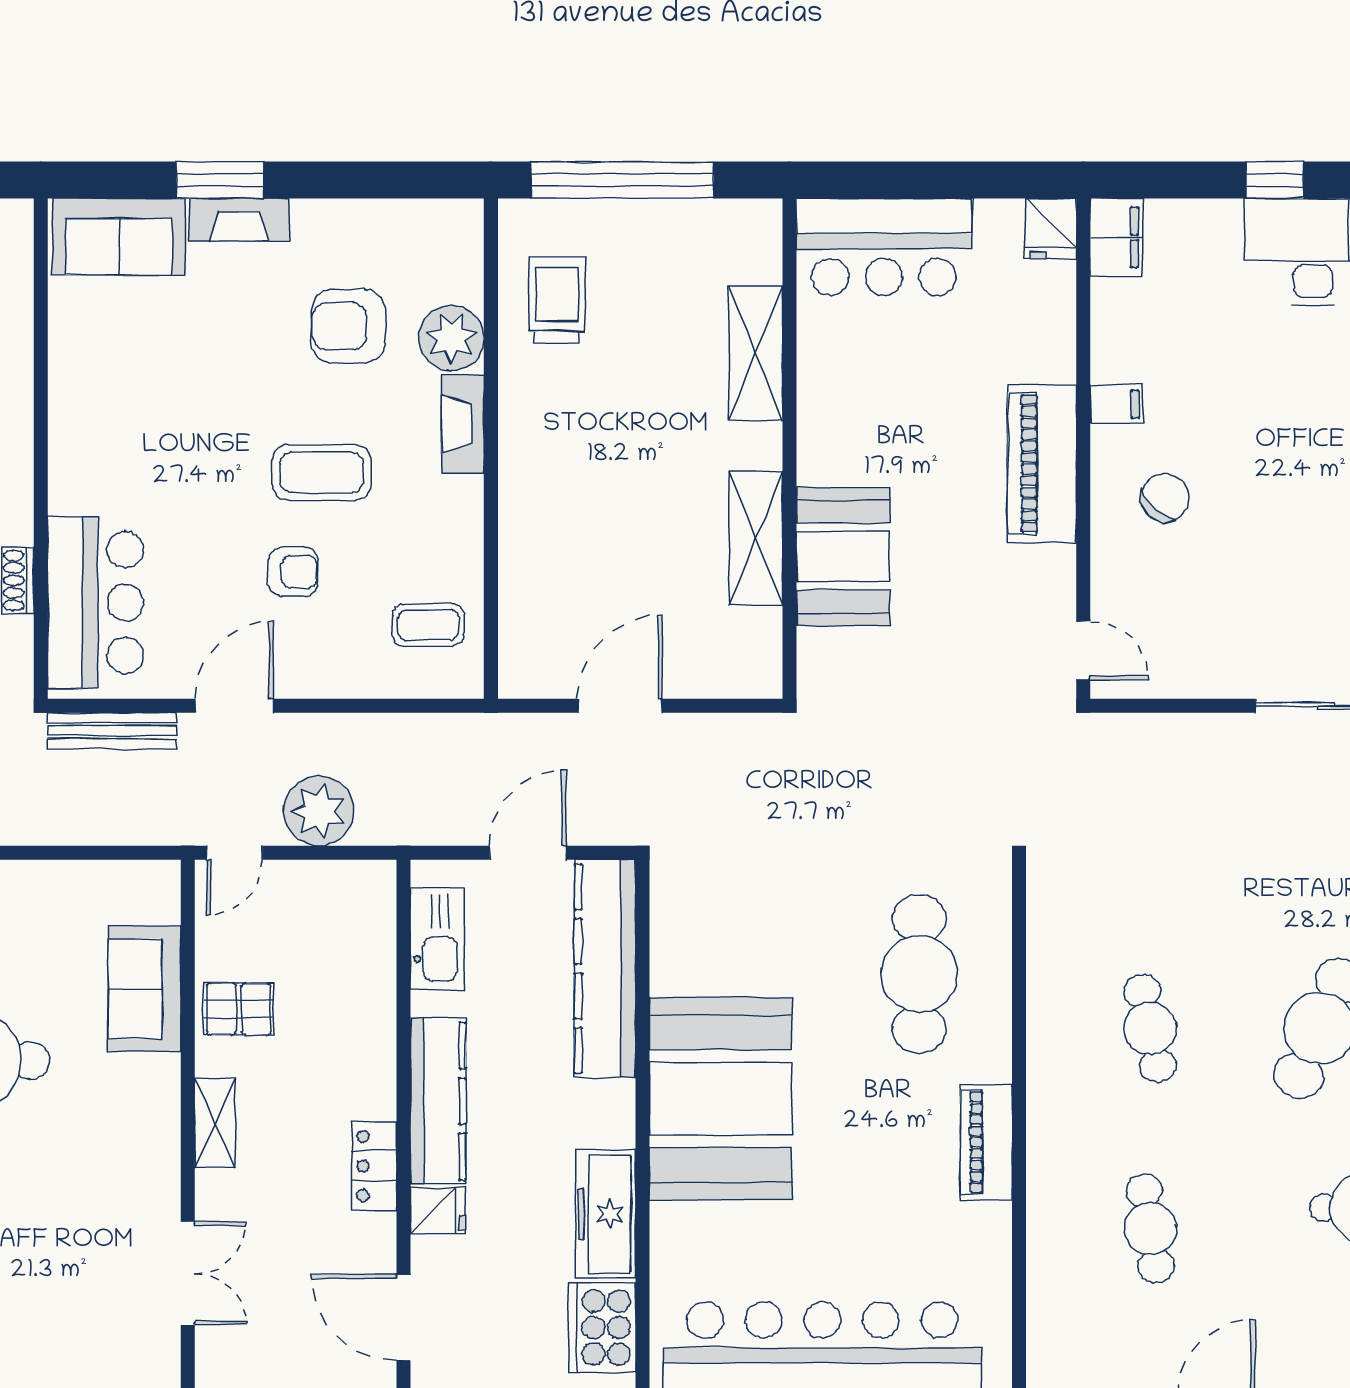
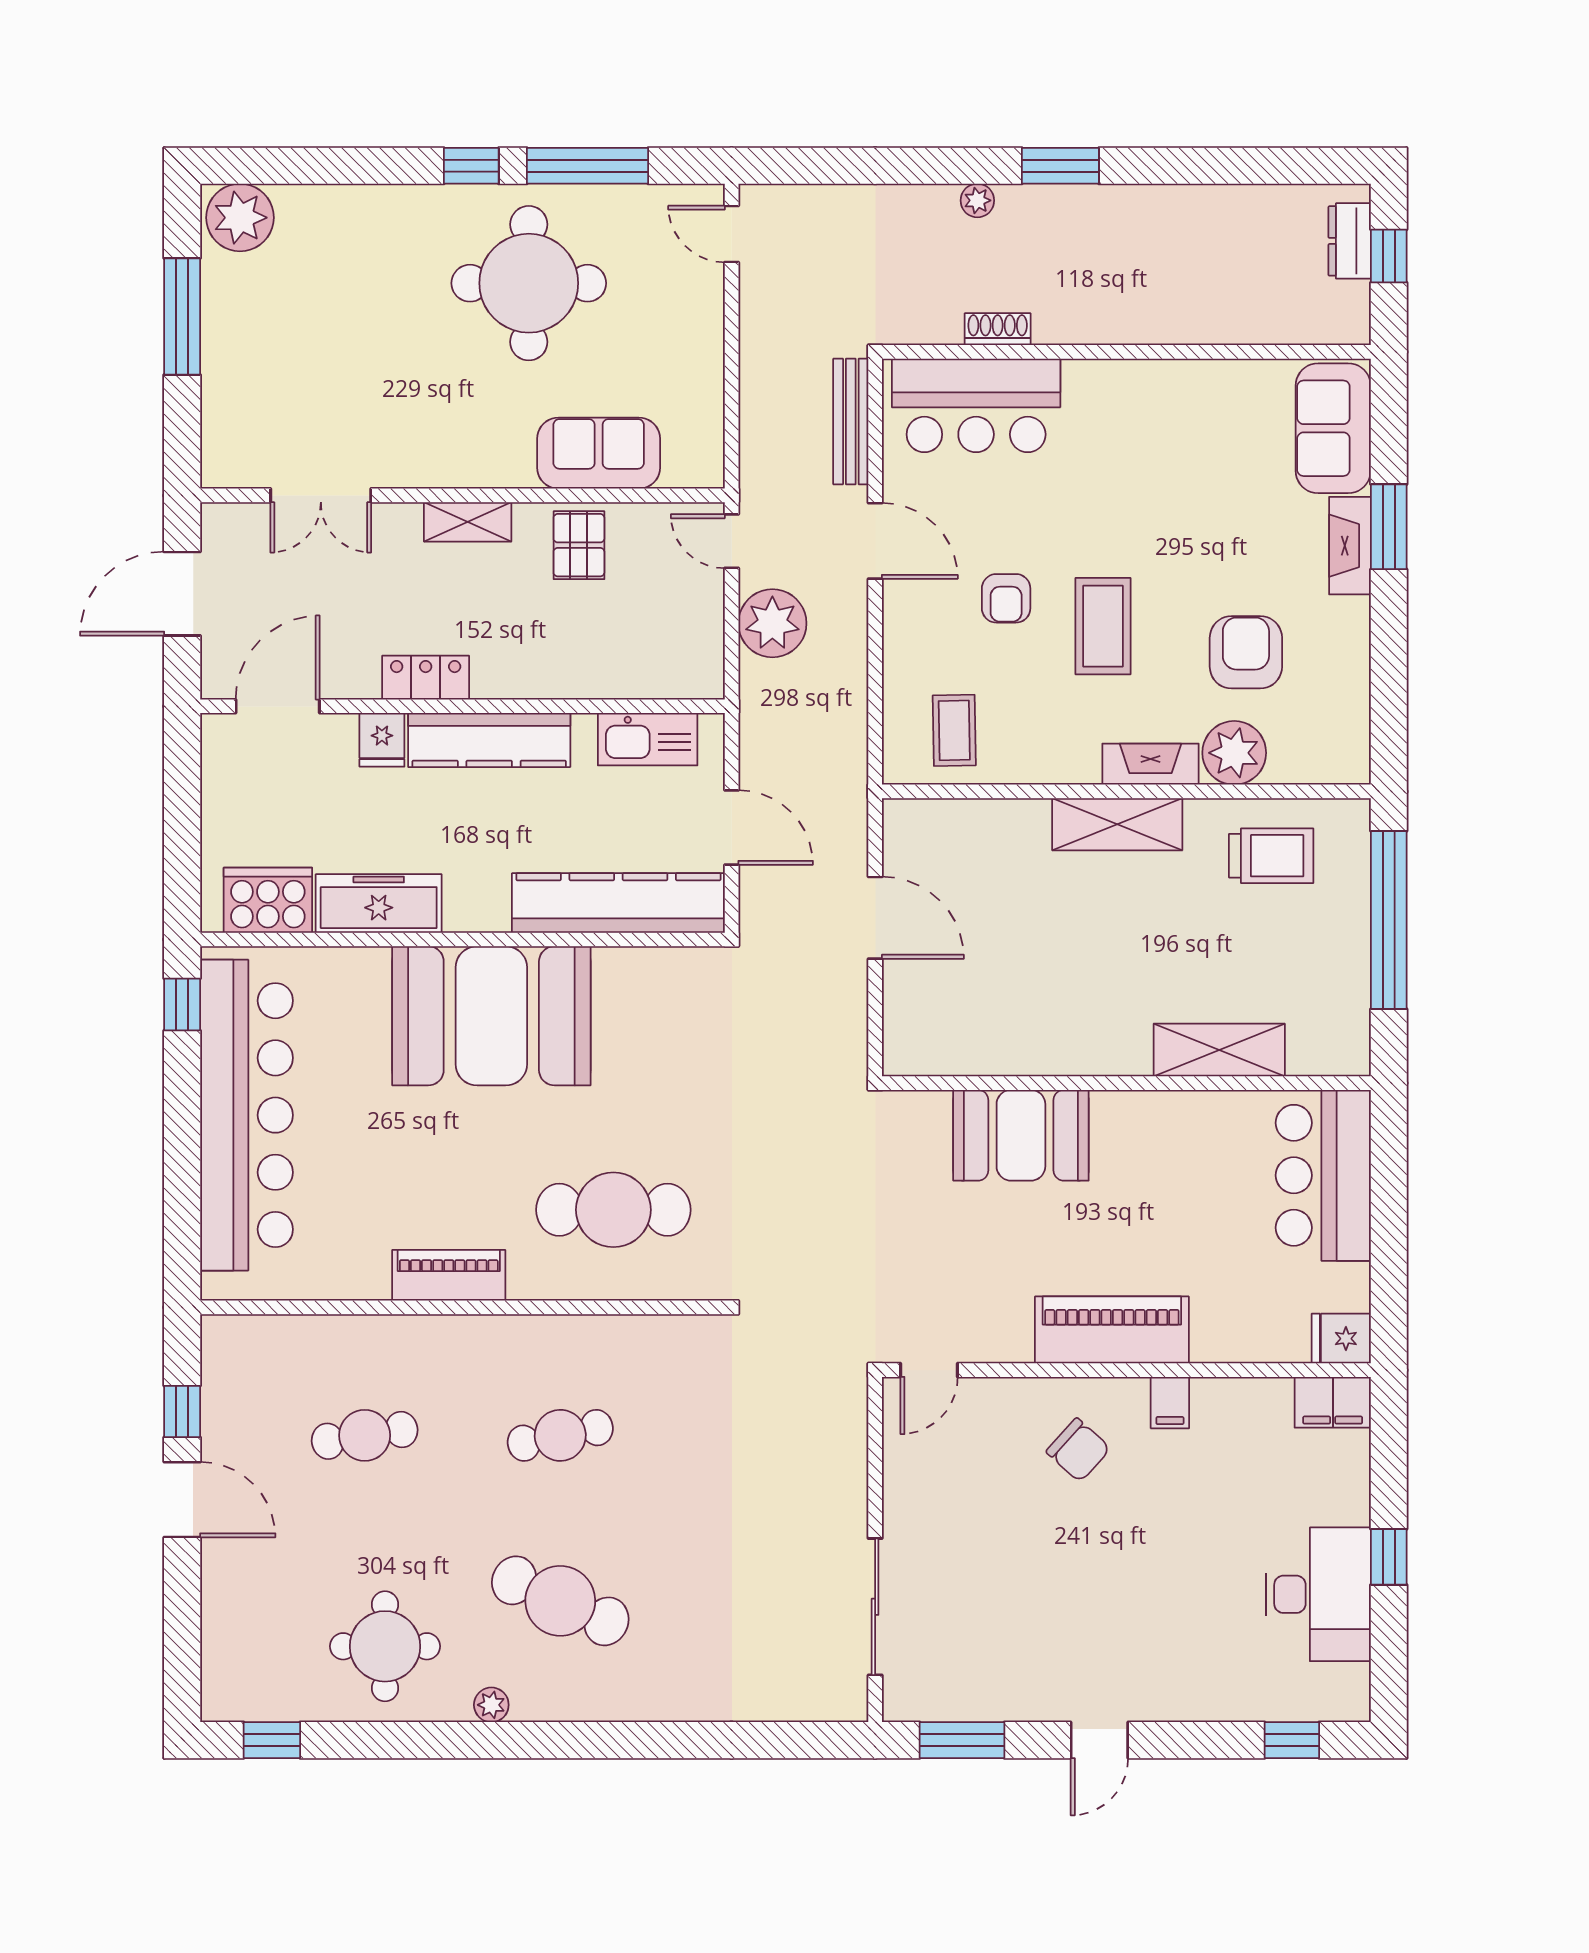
shelving: (756, 538) -> (1117, 824), moved

